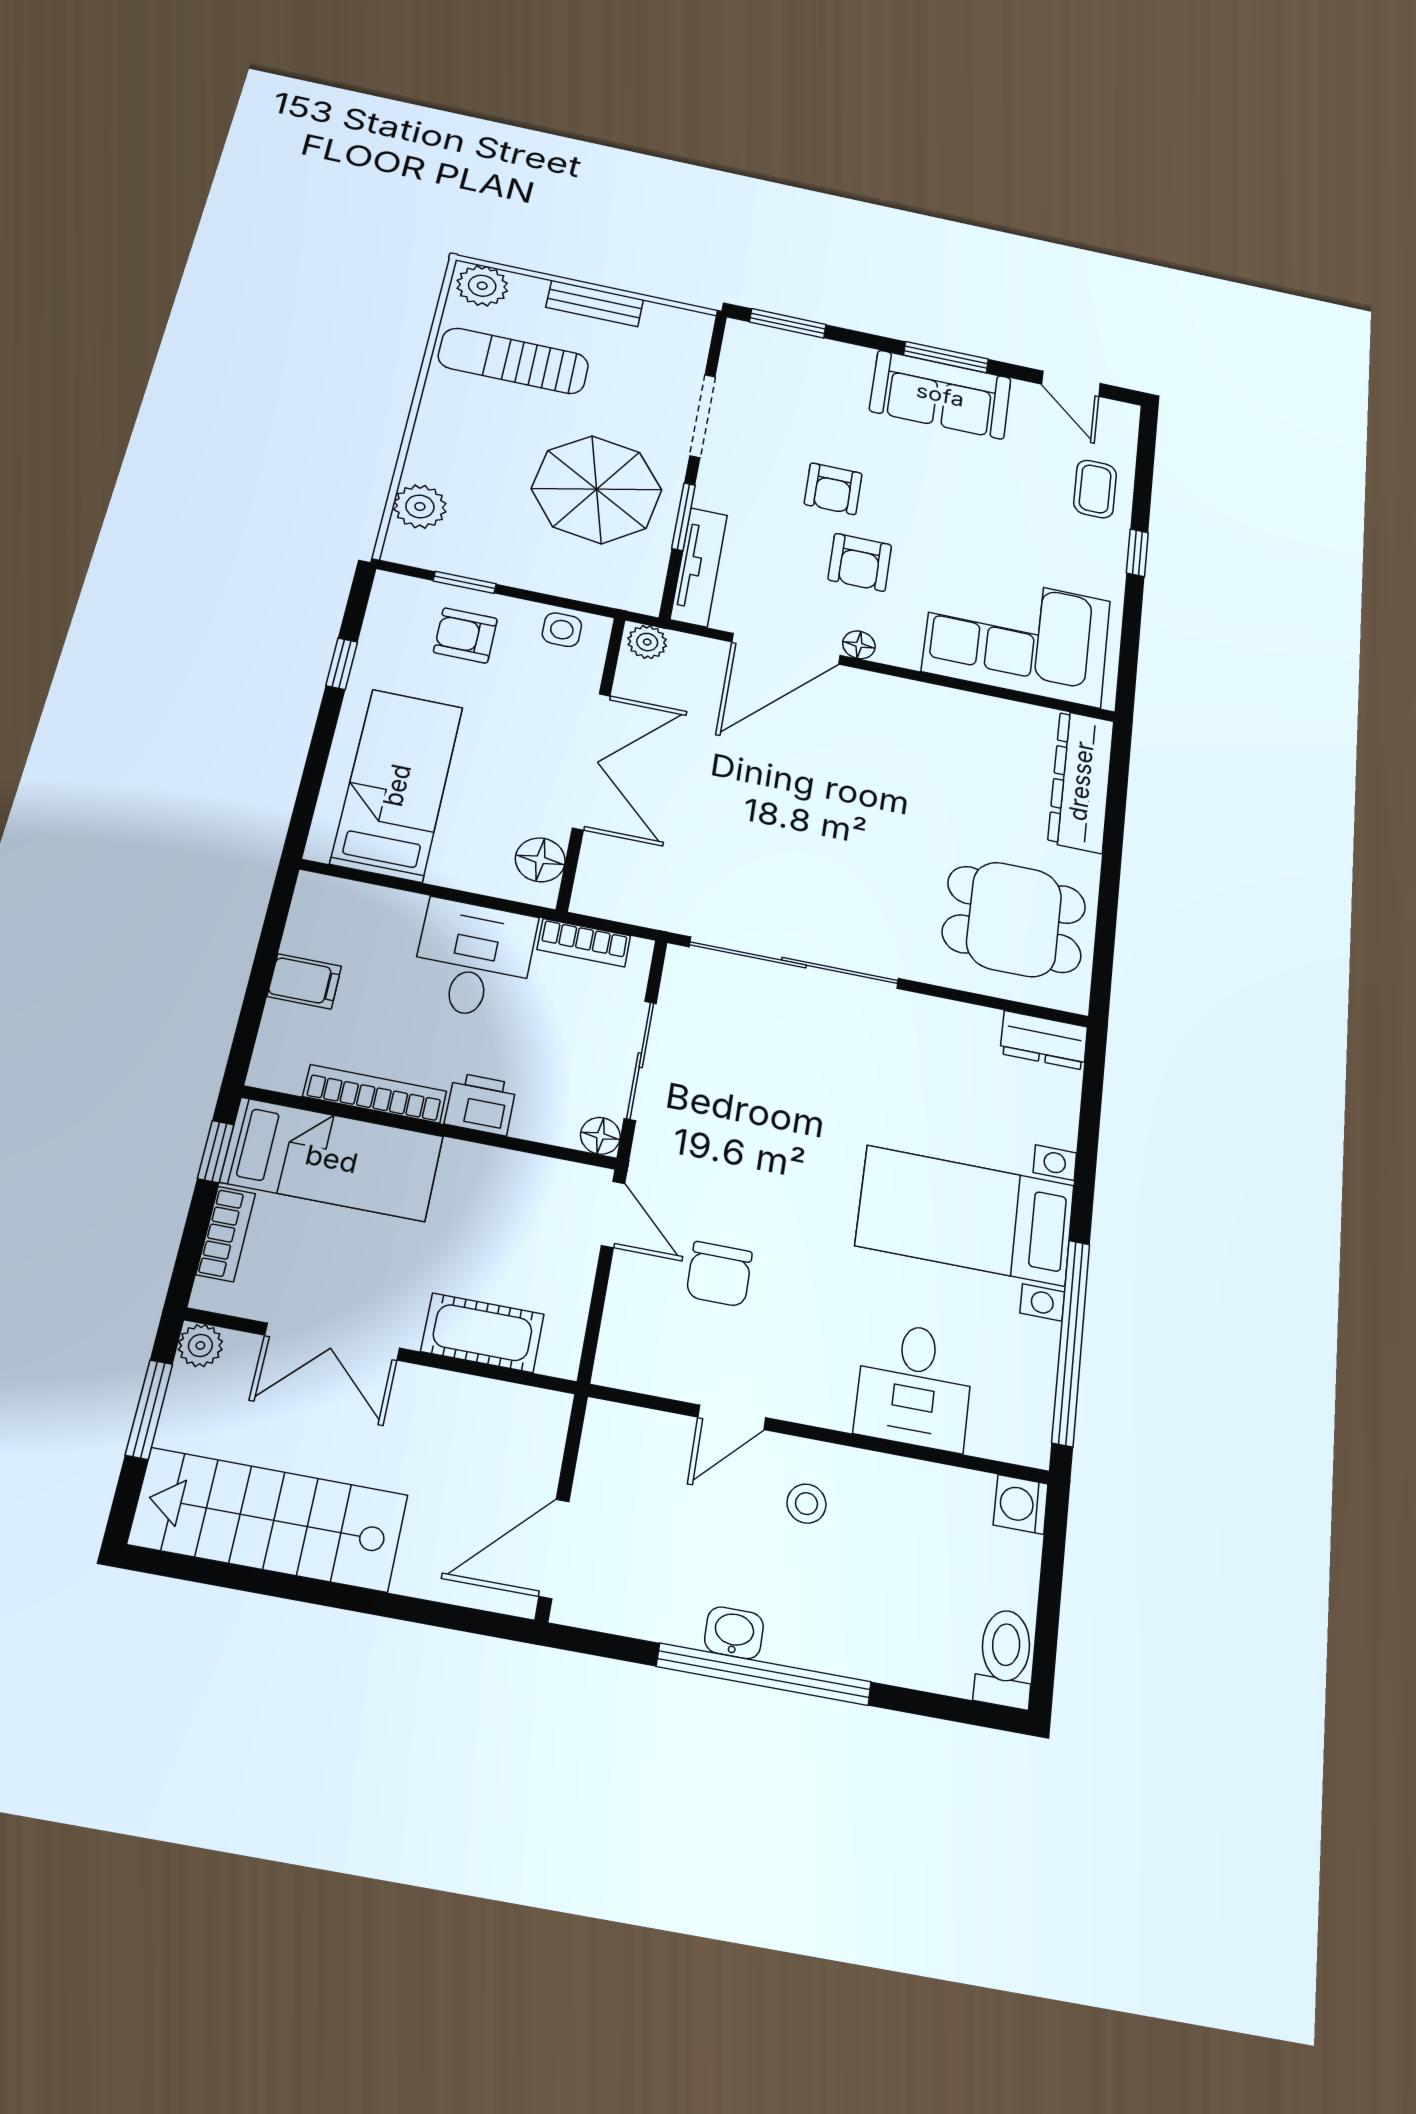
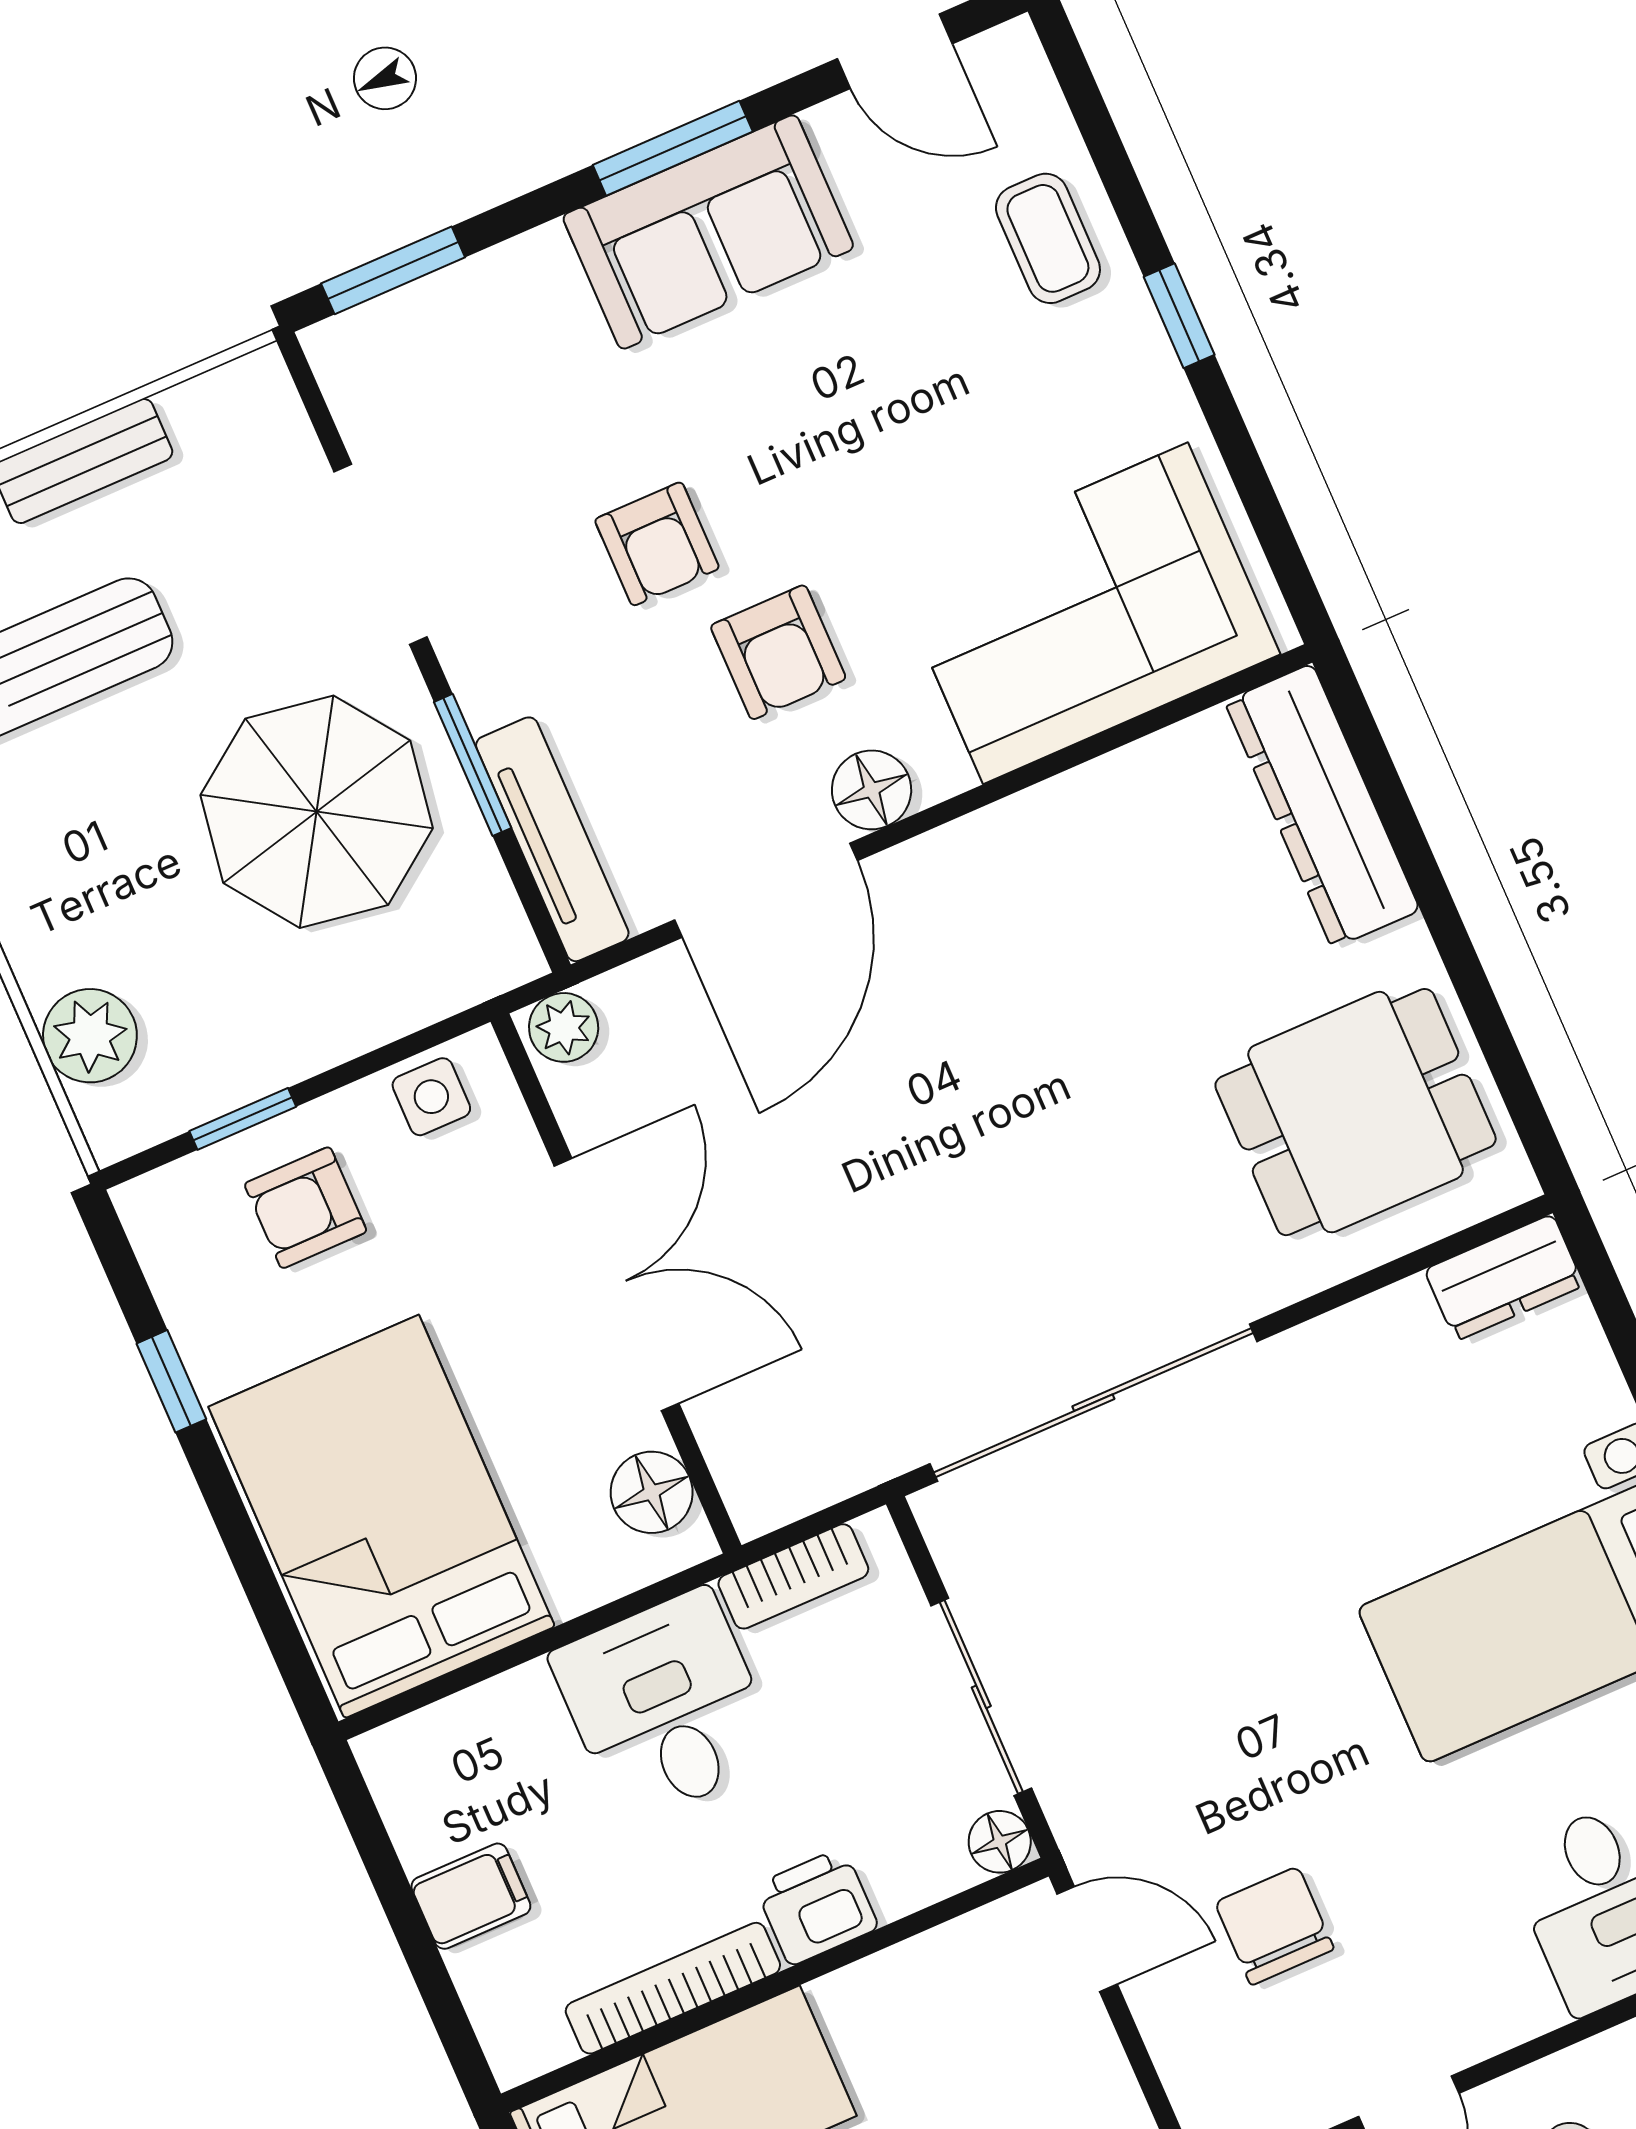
floor lamp: (859, 645) -> (872, 790), width x1.37, depth x1.37
bed: (397, 785) -> (382, 1517), width x1.50
chair: (719, 1274) -> (1274, 1926), turned 180

